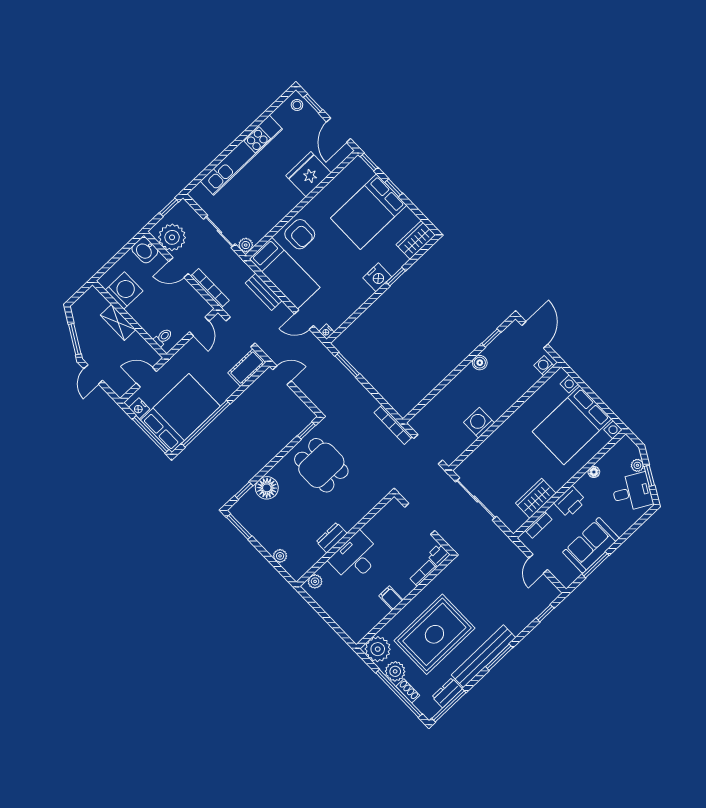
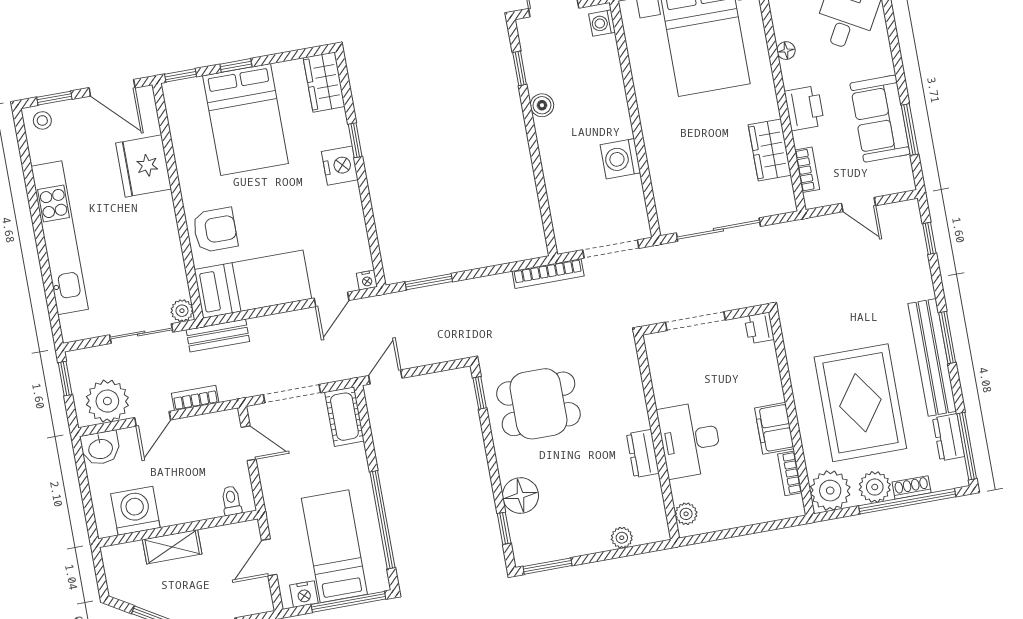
bookcase: (210, 288) -> (195, 398), width x0.64
bench: (264, 292) -> (218, 336), moved
bed: (180, 413) -> (334, 546), width x0.67
bookcase: (423, 573) -> (790, 473), moved
filing cabinet: (391, 598) -> (774, 428), width x2.00

